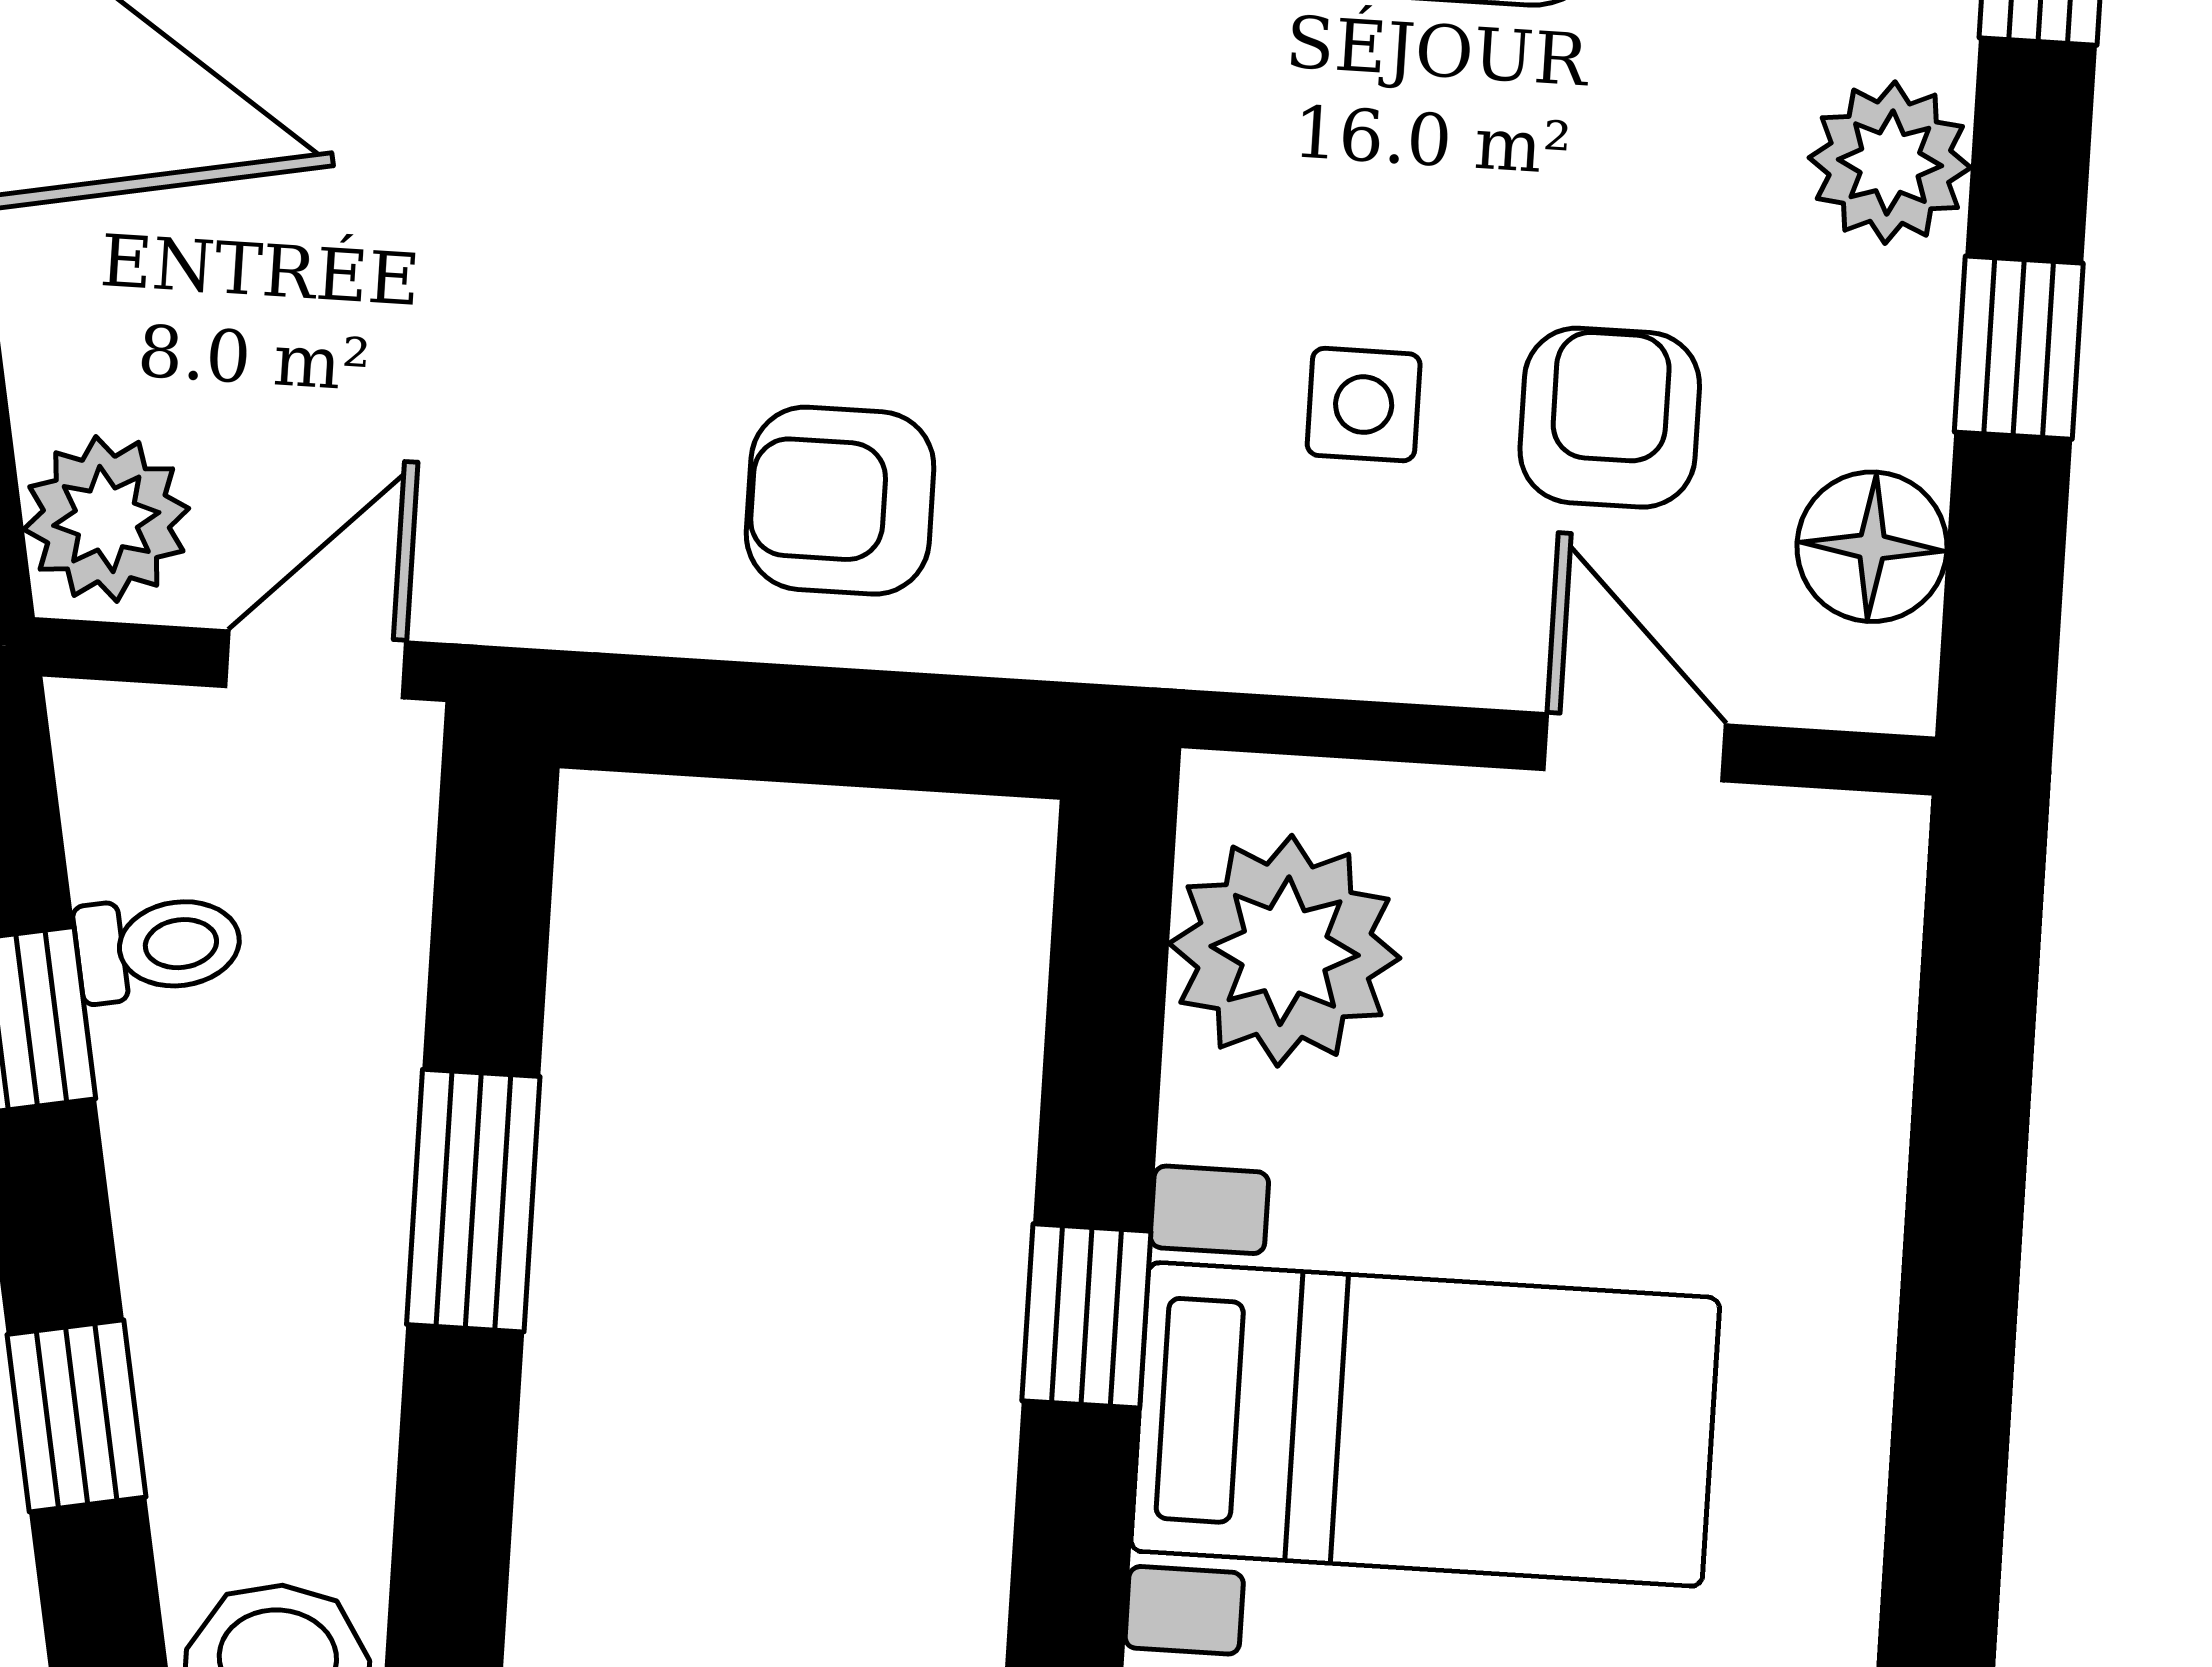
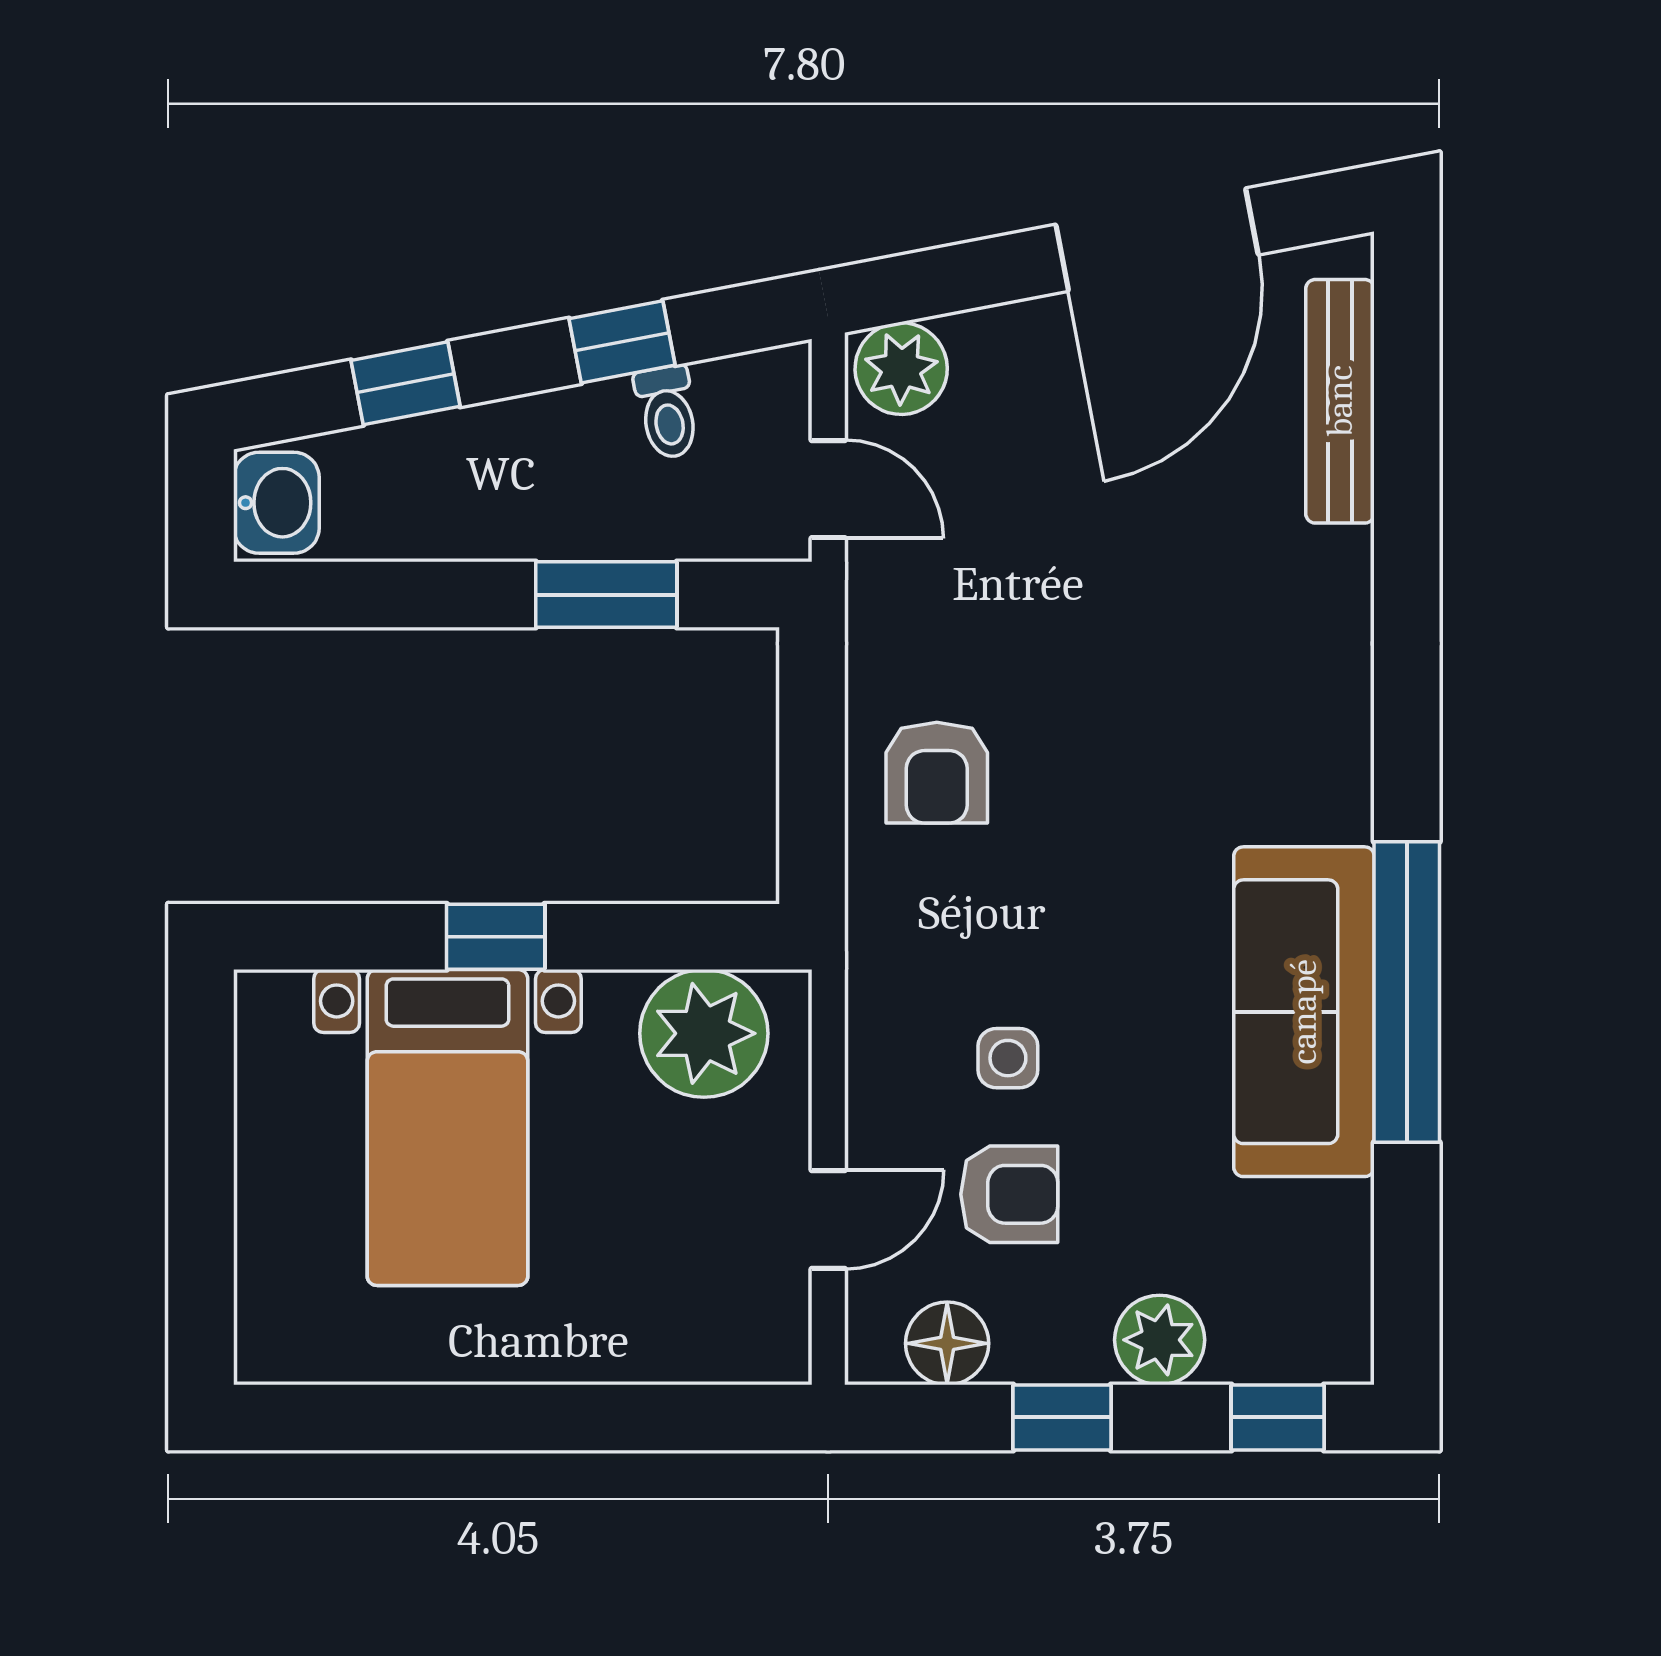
armchair: (840, 501) -> (937, 773), turned 180
window: (473, 1201) -> (606, 595), moved

